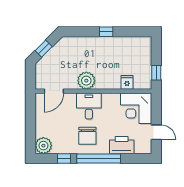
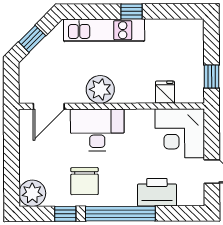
kitchen unit: (89, 43) -> (104, 30), added
desk: (89, 106) -> (97, 130), width x1.37
chair: (87, 136) -> (85, 181), moved

